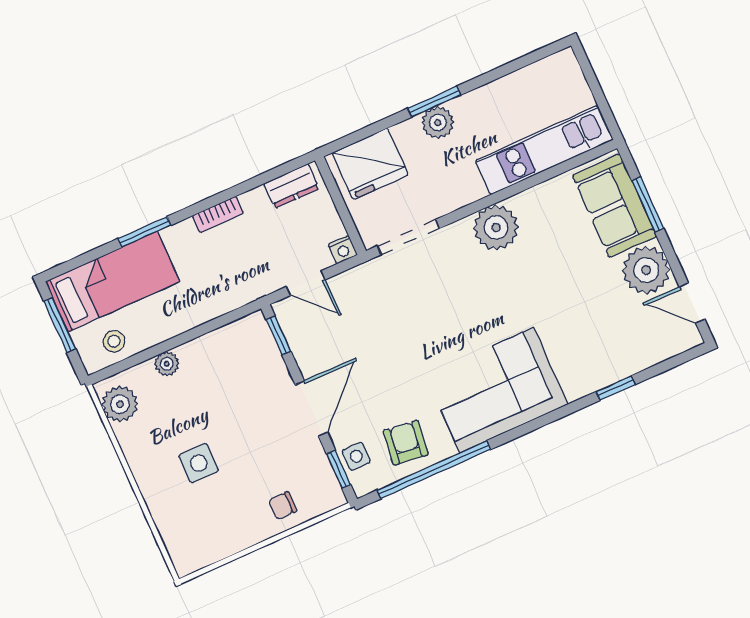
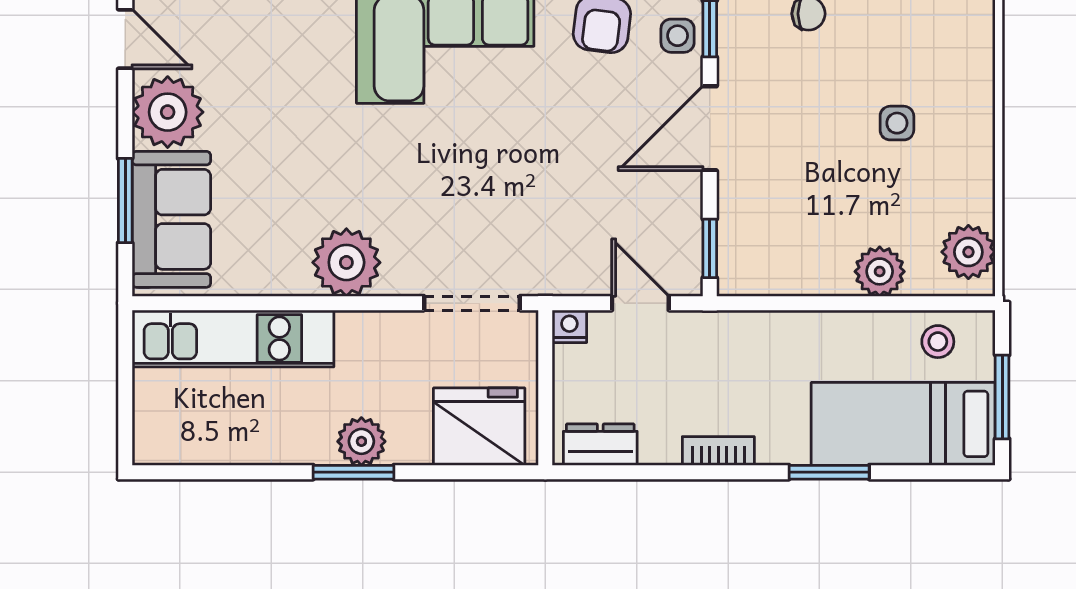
plant: (167, 364) -> (880, 271), width x1.38, depth x1.38
side table: (199, 463) -> (897, 123), width x0.73, depth x0.73

